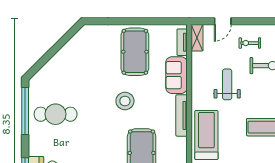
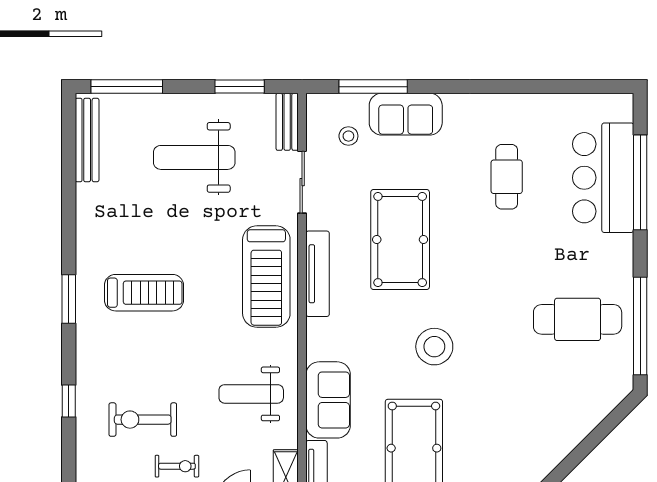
weight bench: (227, 84) -> (251, 394), moved, turned 90
tv unit: (182, 115) -> (318, 274), moved

